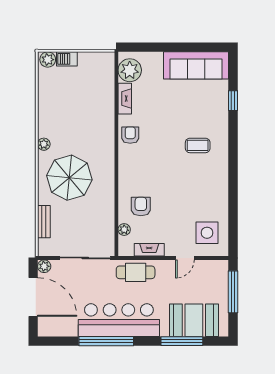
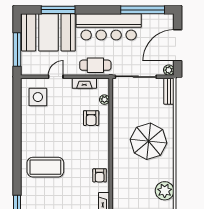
plant: (44, 144) -> (165, 191), moved, width x1.88, depth x1.88
coffee table: (198, 145) -> (45, 167), width x1.86, depth x1.72
bench: (44, 222) -> (169, 91), moved
door: (33, 297) -> (178, 45), hinge flipped
booth: (194, 320) -> (48, 32), width x1.36, depth x1.42
window: (106, 341) -> (143, 10), moved

